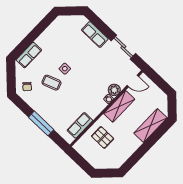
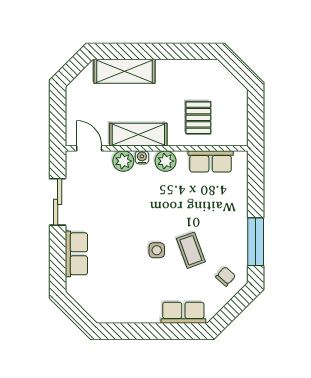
plant: (98, 107) -> (166, 161), added
window: (41, 123) -> (256, 242), moved

